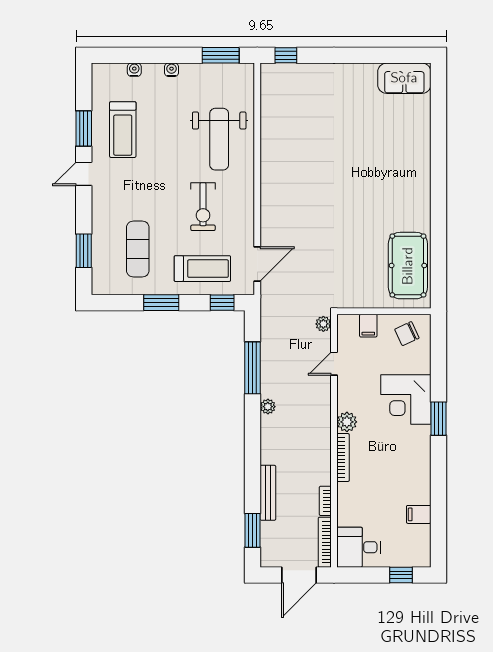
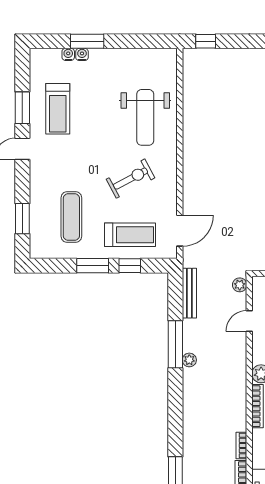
window: (221, 55) -> (87, 41), moved
water cooler: (172, 70) -> (82, 54), moved
exercise bike: (203, 207) -> (131, 179), turned -118
window: (222, 303) -> (130, 266), moved
window: (253, 368) -> (175, 344), moved
bench: (268, 493) -> (189, 293), moved

